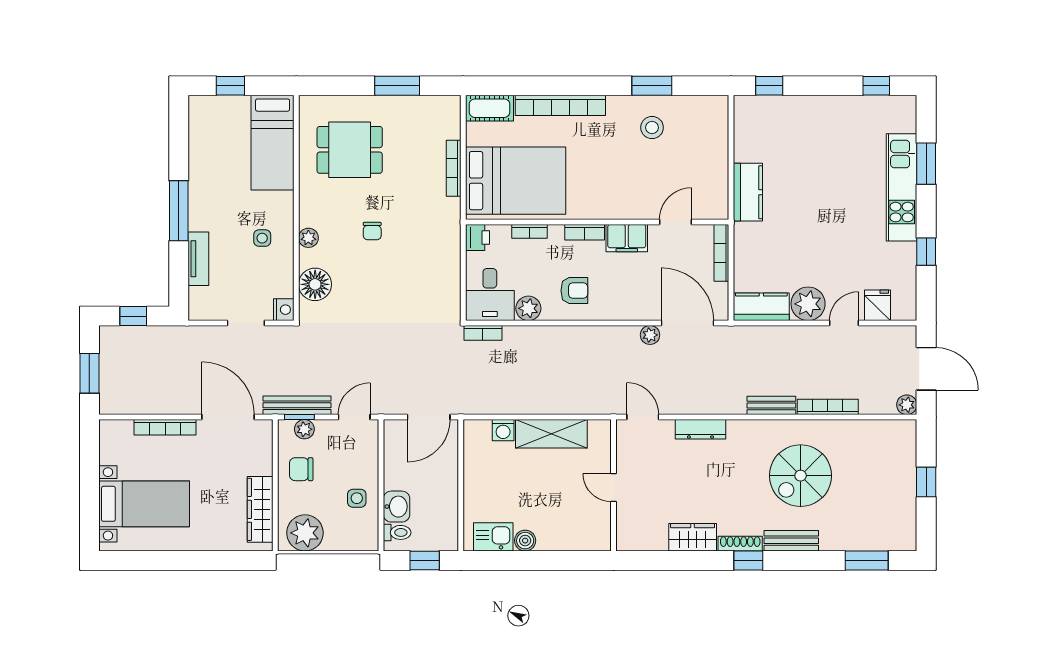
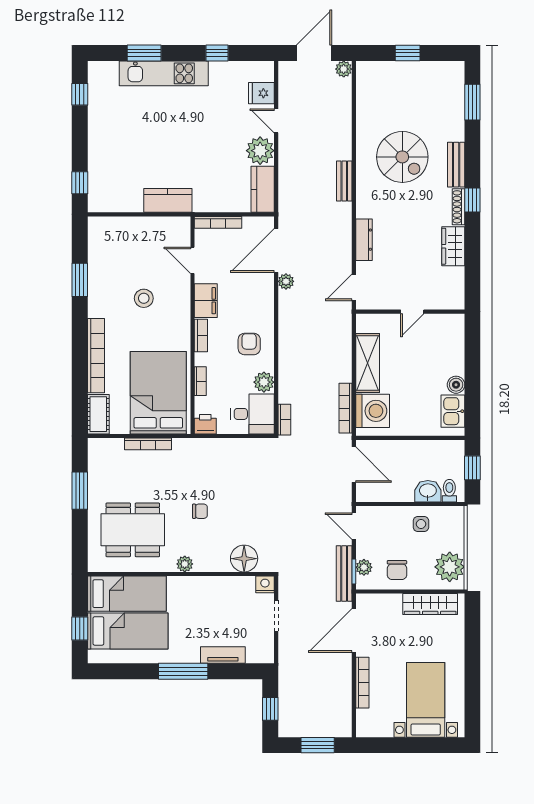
stool: (652, 128) -> (144, 298), moved
bed: (227, 144) -> (128, 631), added
dining table: (350, 150) -> (133, 530), width x1.37
side table: (262, 238) -> (206, 602), removed
plant: (308, 238) -> (185, 564), moved
bookcase: (828, 407) -> (345, 408), moved
washing machine: (503, 430) -> (373, 411), width x1.89, depth x1.89

